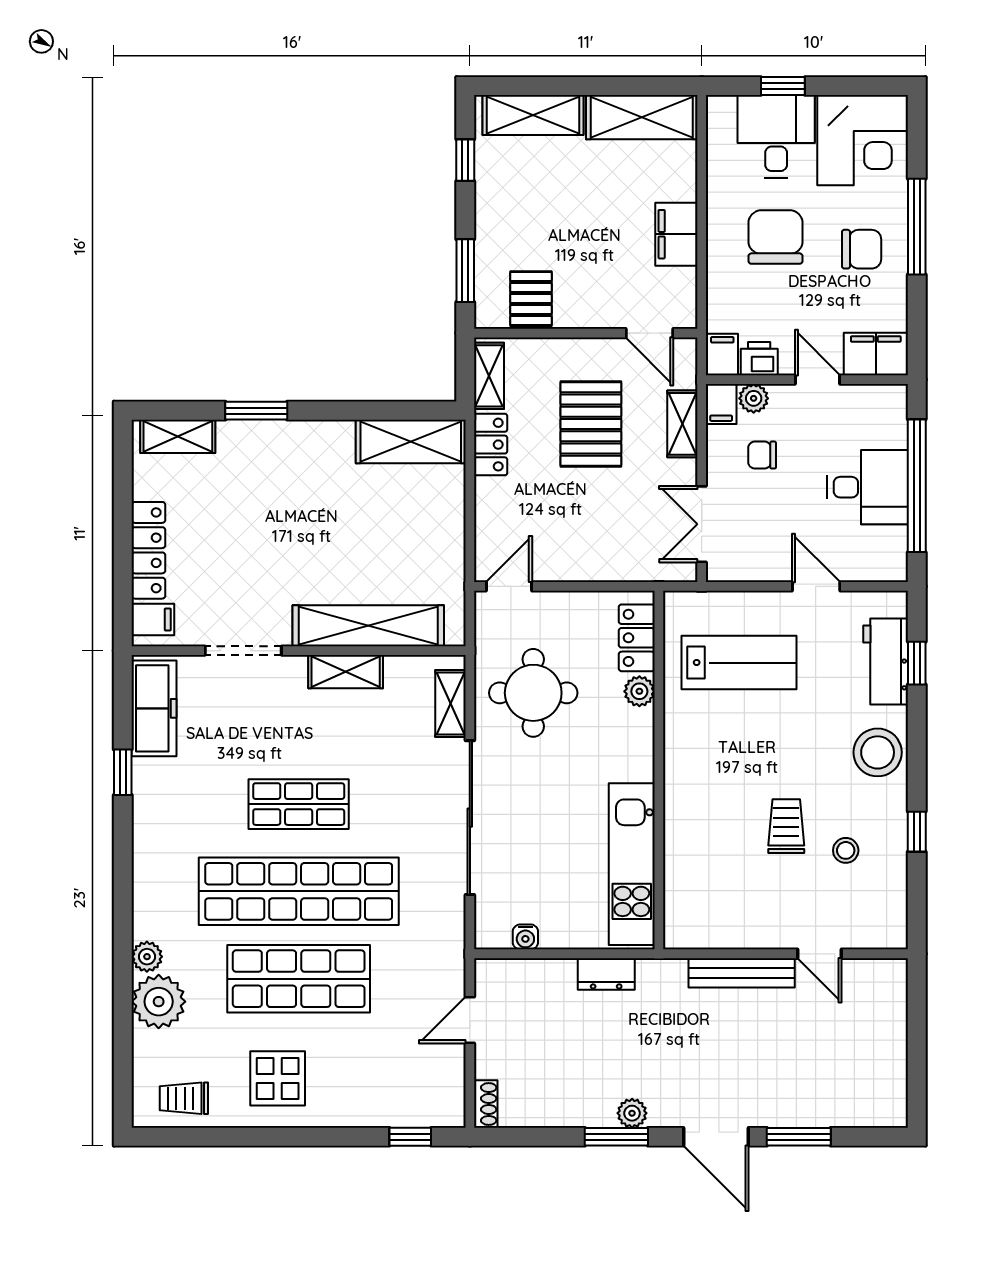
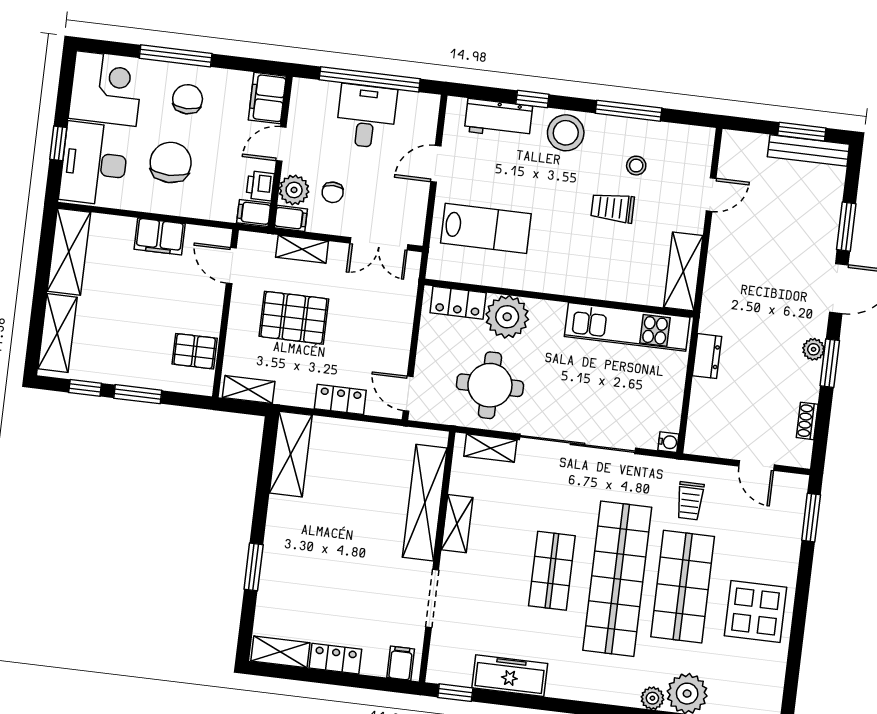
desk: (776, 136) -> (94, 164), width x1.37
chair: (776, 237) -> (171, 163), turned 90
window: (465, 271) -> (138, 394), moved
door: (649, 333) -> (231, 266), swing flipped
plant: (754, 398) -> (294, 190), width x1.38, depth x1.38
shelving: (178, 436) -> (280, 652), moved, turned 90
locker: (491, 445) -> (340, 399), moved
locker: (148, 550) -> (335, 659), width x0.66
lab bench: (739, 663) -> (486, 228), turned 90
window: (917, 663) -> (532, 99), moved
plant: (639, 691) -> (507, 317), width x1.88, depth x1.88
freezer: (154, 708) -> (510, 676), moved
window: (123, 772) -> (455, 693), moved
window: (917, 832) -> (629, 111), width x2.17
shelving: (714, 929) -> (683, 271), added
water cooler: (525, 937) -> (668, 442), moved
bench: (742, 973) -> (808, 150), moved, turned 90
door: (470, 1020) -> (756, 466), moved
window: (917, 1063) -> (802, 132), added
display table: (278, 1078) -> (755, 611), width x1.36, depth x1.36
trolley: (184, 1098) -> (690, 501), moved
shoe rack: (486, 1104) -> (807, 421), moved, turned -90
window: (410, 1137) -> (811, 518), width x1.50

